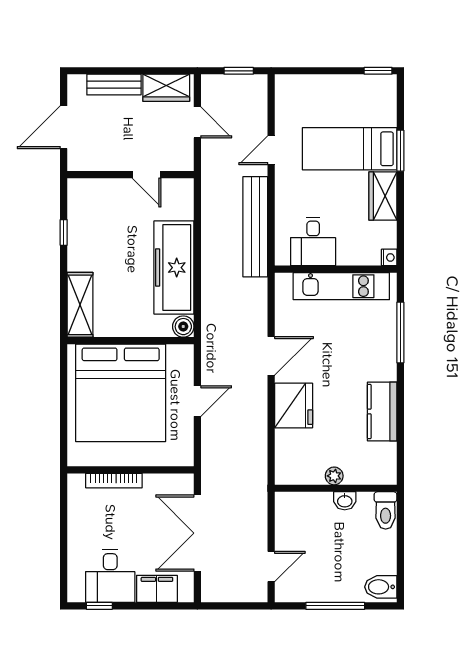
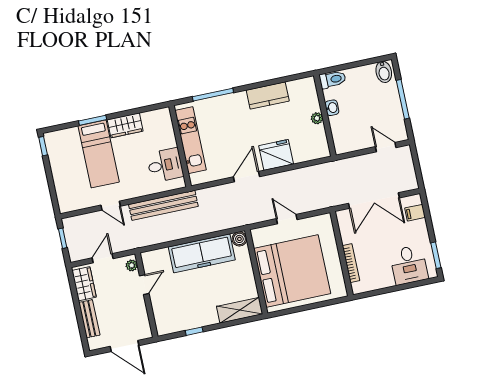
plant: (178, 162) -> (132, 265), added
nightstand: (389, 257) -> (165, 113), removed
door: (271, 356) -> (246, 177), hinge flipped
desk: (110, 576) -> (409, 265), moved, turned 90
filing cabinet: (157, 589) -> (415, 213), width x0.50
window: (99, 606) -> (436, 255), width x1.50

